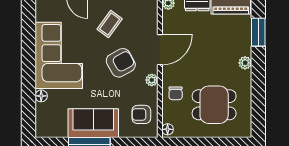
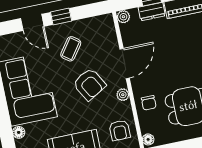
armchair: (121, 63) -> (89, 84), turned 89
armchair: (141, 114) -> (120, 130), turned -90

